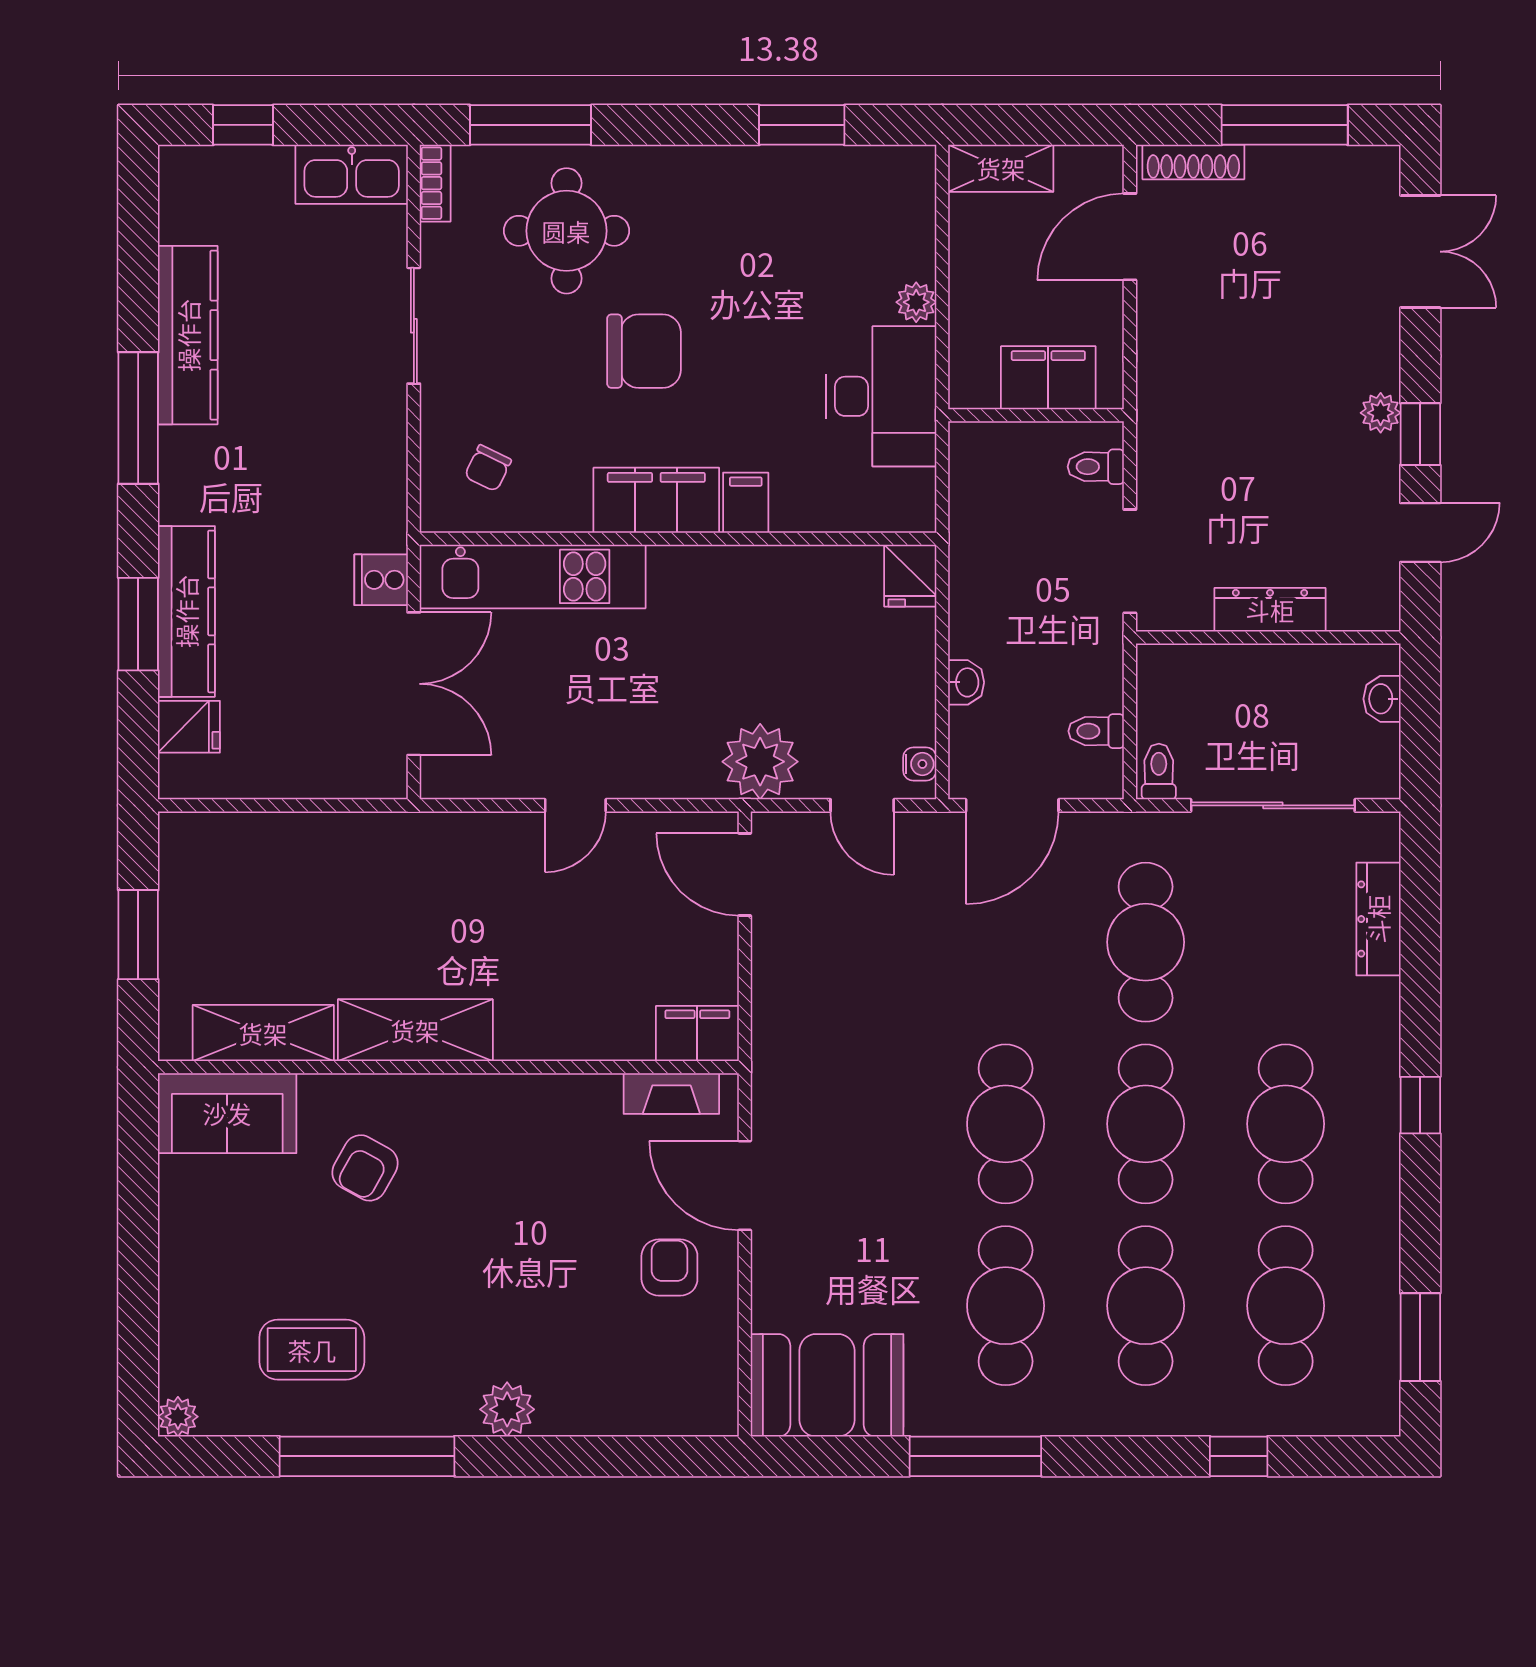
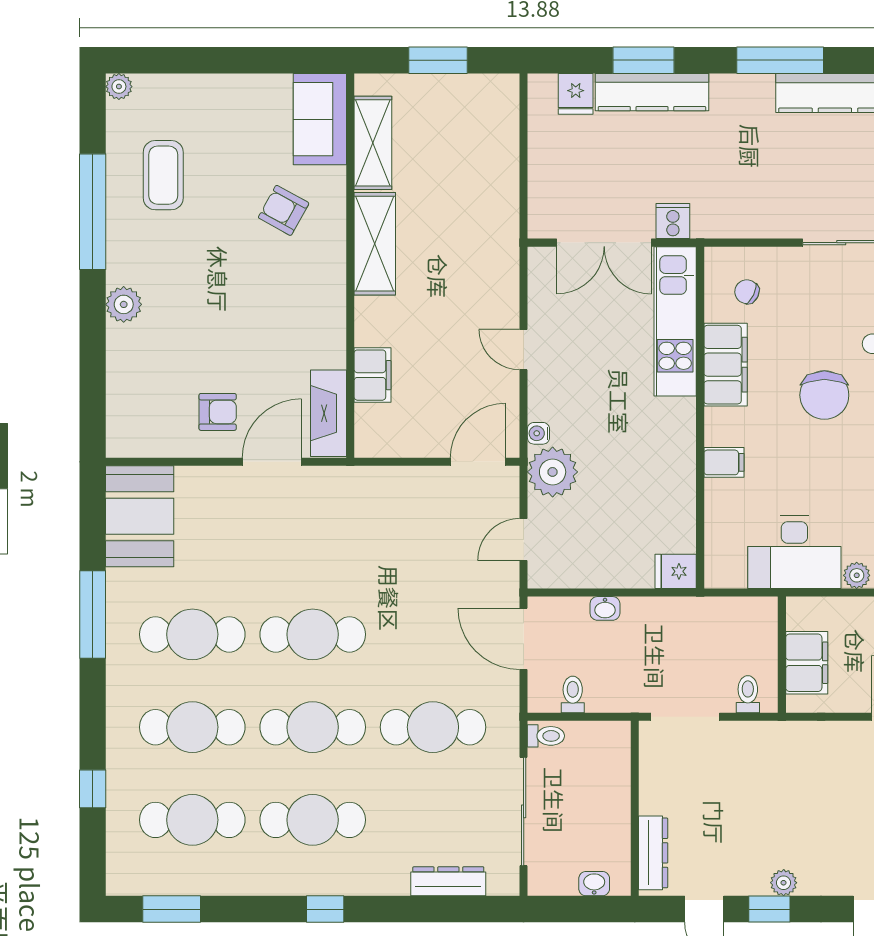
filing cabinet: (656, 500) -> (726, 365), moved
dresser: (1270, 610) -> (653, 853), moved
water cooler: (920, 764) -> (538, 433), moved, turned 90
filing cabinet: (697, 1034) -> (372, 375), moved
fireplace: (671, 1094) -> (328, 413), width x1.37, depth x1.32

